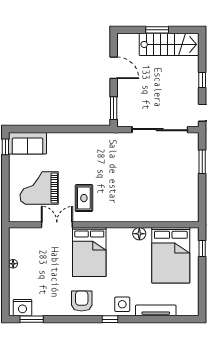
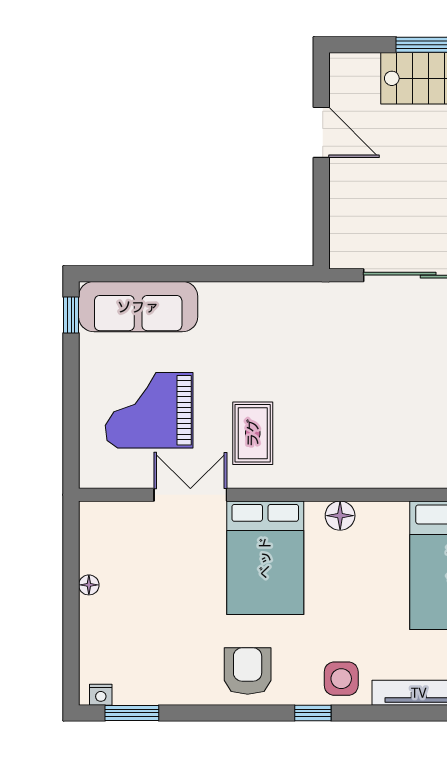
window: (114, 108) -> (321, 225), removed
sofa: (28, 143) -> (138, 307), width x1.36
floor lamp: (139, 234) -> (340, 516), moved
nightstand: (22, 308) -> (101, 695), width x0.53, depth x0.56

